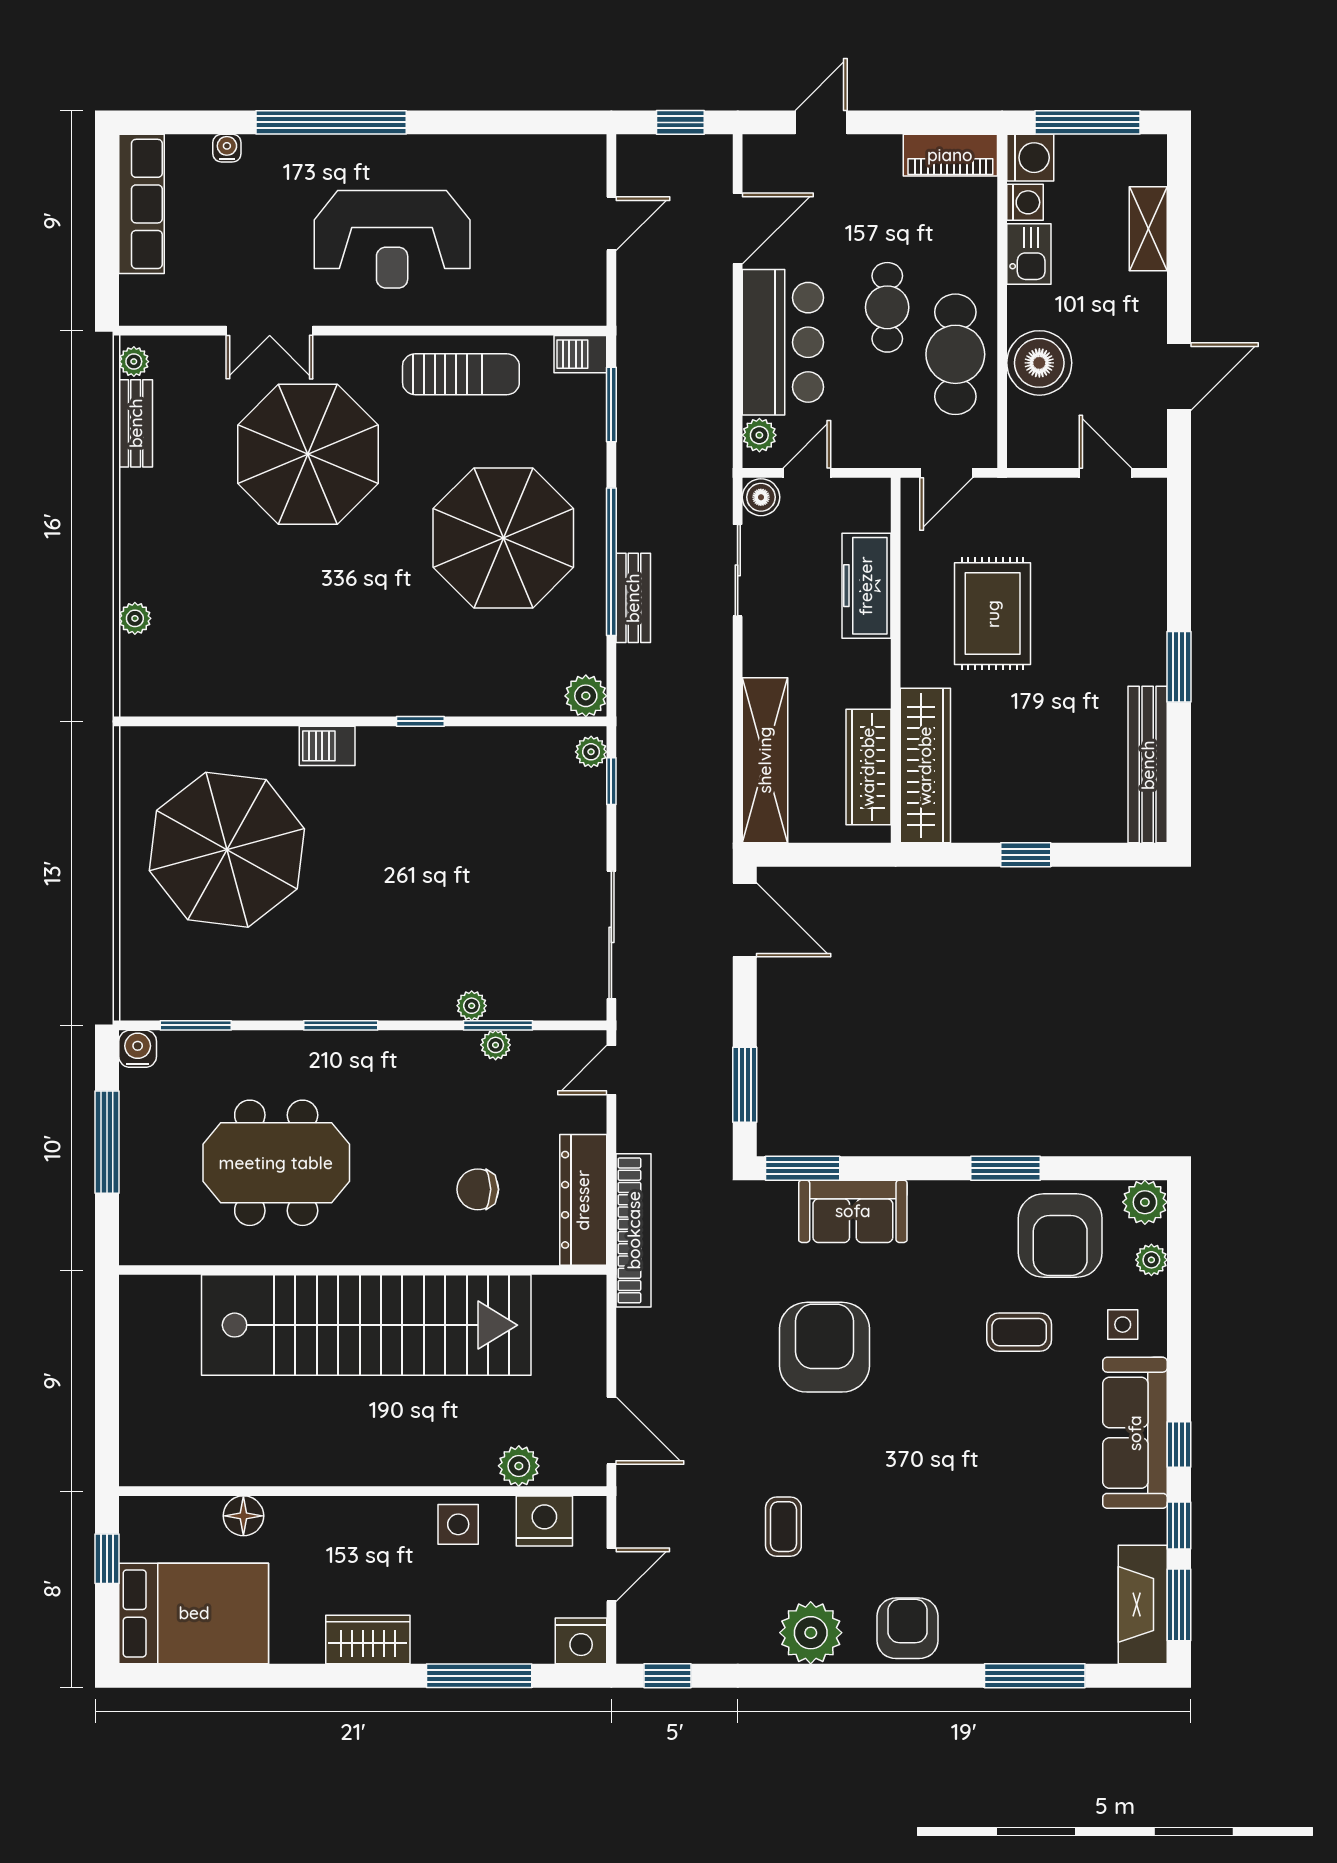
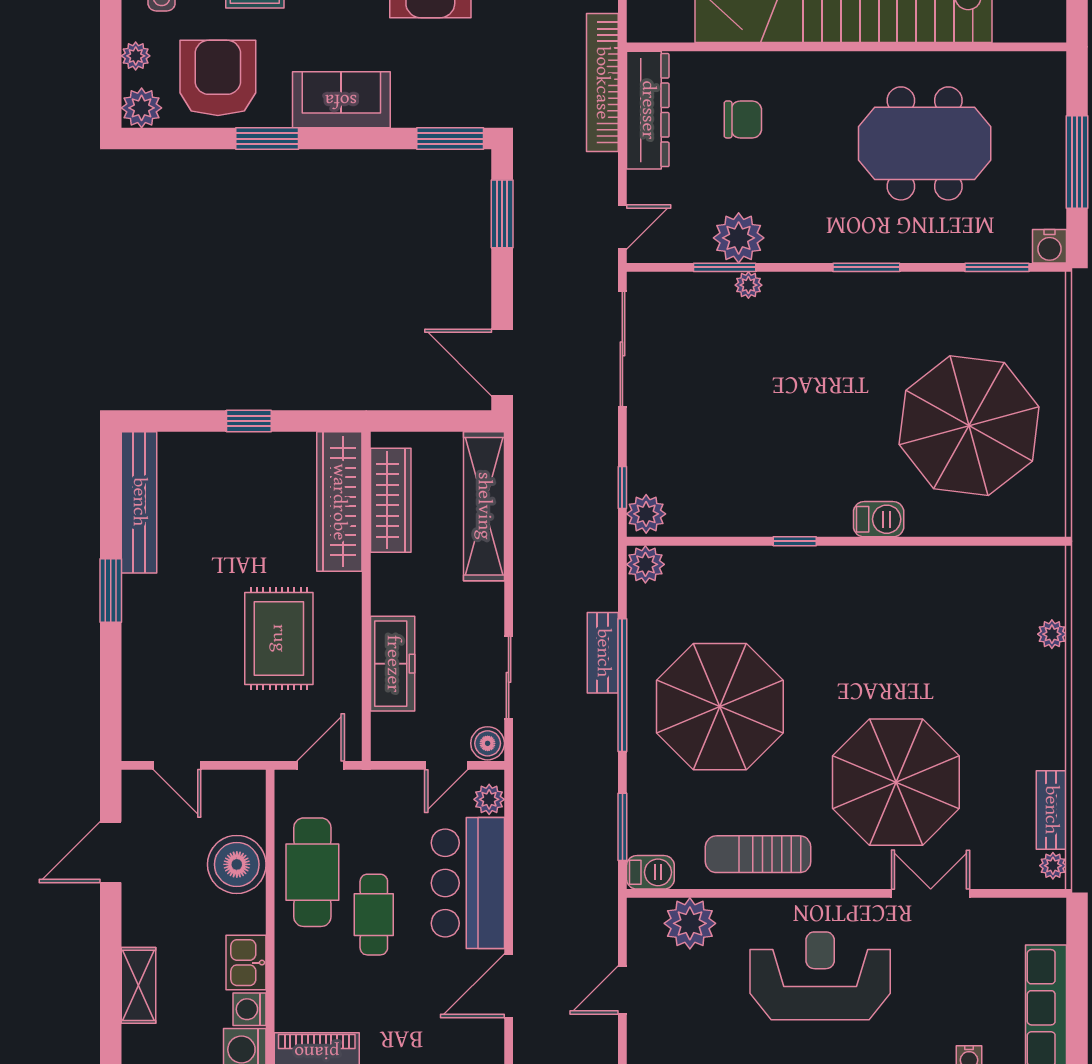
plant: (537, 297) -> (690, 923), added
plant: (591, 752) -> (646, 514), width x1.38, depth x1.38
plant: (496, 1045) -> (739, 238), width x1.88, depth x1.88
sofa: (853, 1211) -> (341, 100), moved

